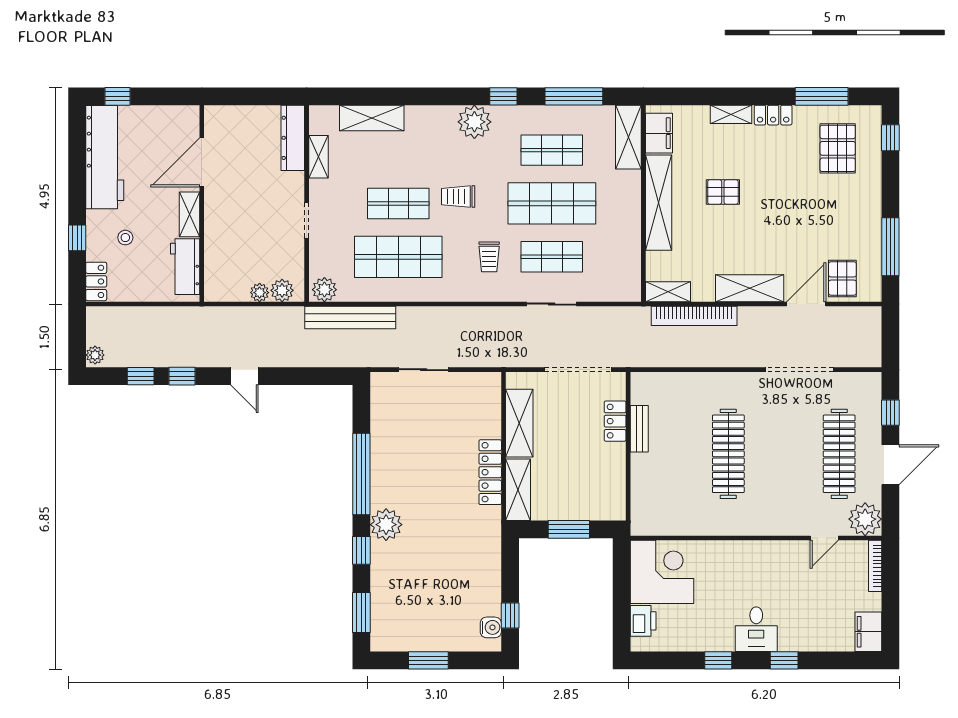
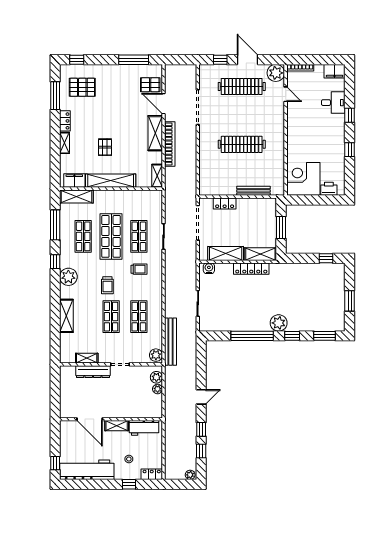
shelving: (372, 118) -> (66, 316), moved
dresser: (293, 138) -> (93, 372), moved
shop shelf: (398, 257) -> (139, 317), width x0.70, depth x0.74
bookcase: (694, 316) -> (170, 144), moved
bench: (639, 429) -> (253, 191), moved, width x1.36
water cooler: (491, 627) -> (209, 268), moved
desk: (756, 629) -> (333, 103), moved

